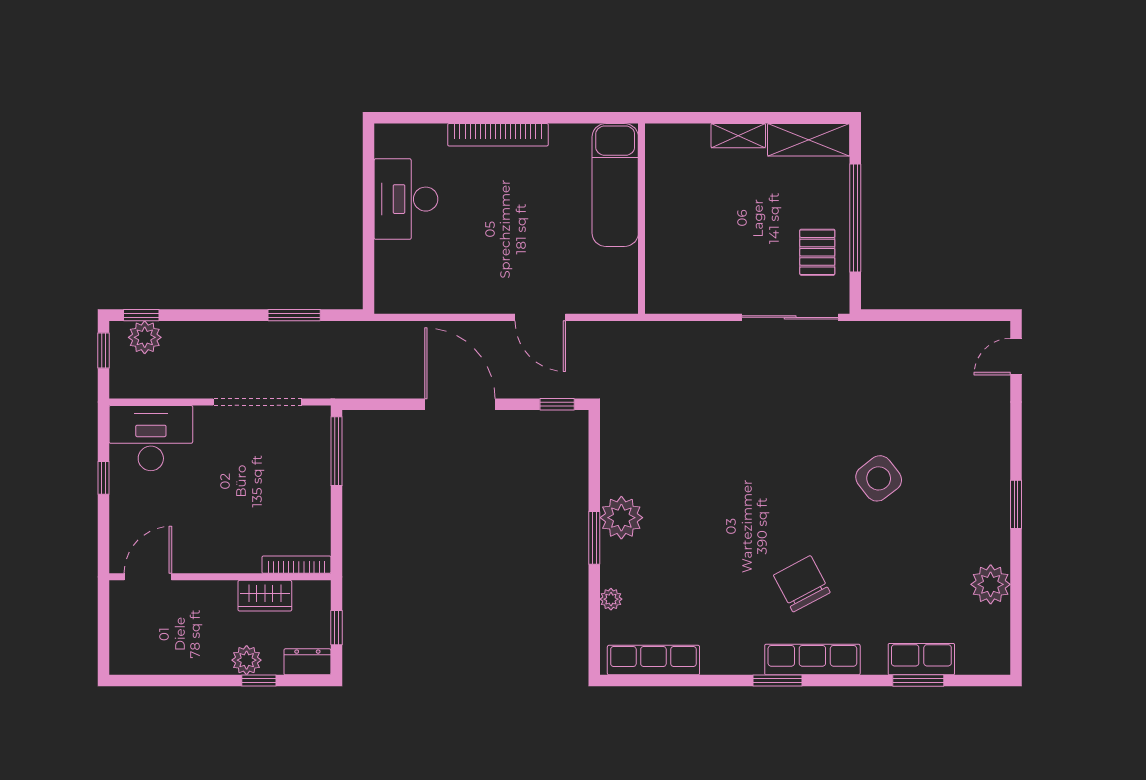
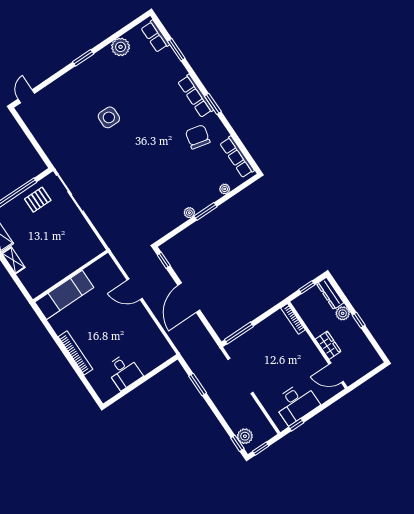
desk: (406, 199) -> (124, 372), width x0.73
door: (540, 317) -> (135, 289), swing flipped
door: (1016, 357) -> (26, 96), swing flipped
desk: (151, 438) -> (296, 403), moved, turned -90
window: (104, 478) -> (296, 425), moved
side table: (879, 478) -> (109, 117), turned 38
plant: (621, 518) -> (189, 213), width x0.53, depth x0.53
chair: (802, 584) -> (198, 137), moved, turned 131
wardrobe: (265, 596) -> (328, 345), moved
row of seats: (921, 659) -> (155, 36), moved
dresser: (307, 662) -> (330, 293), width x1.44
window: (259, 681) -> (359, 320), moved

